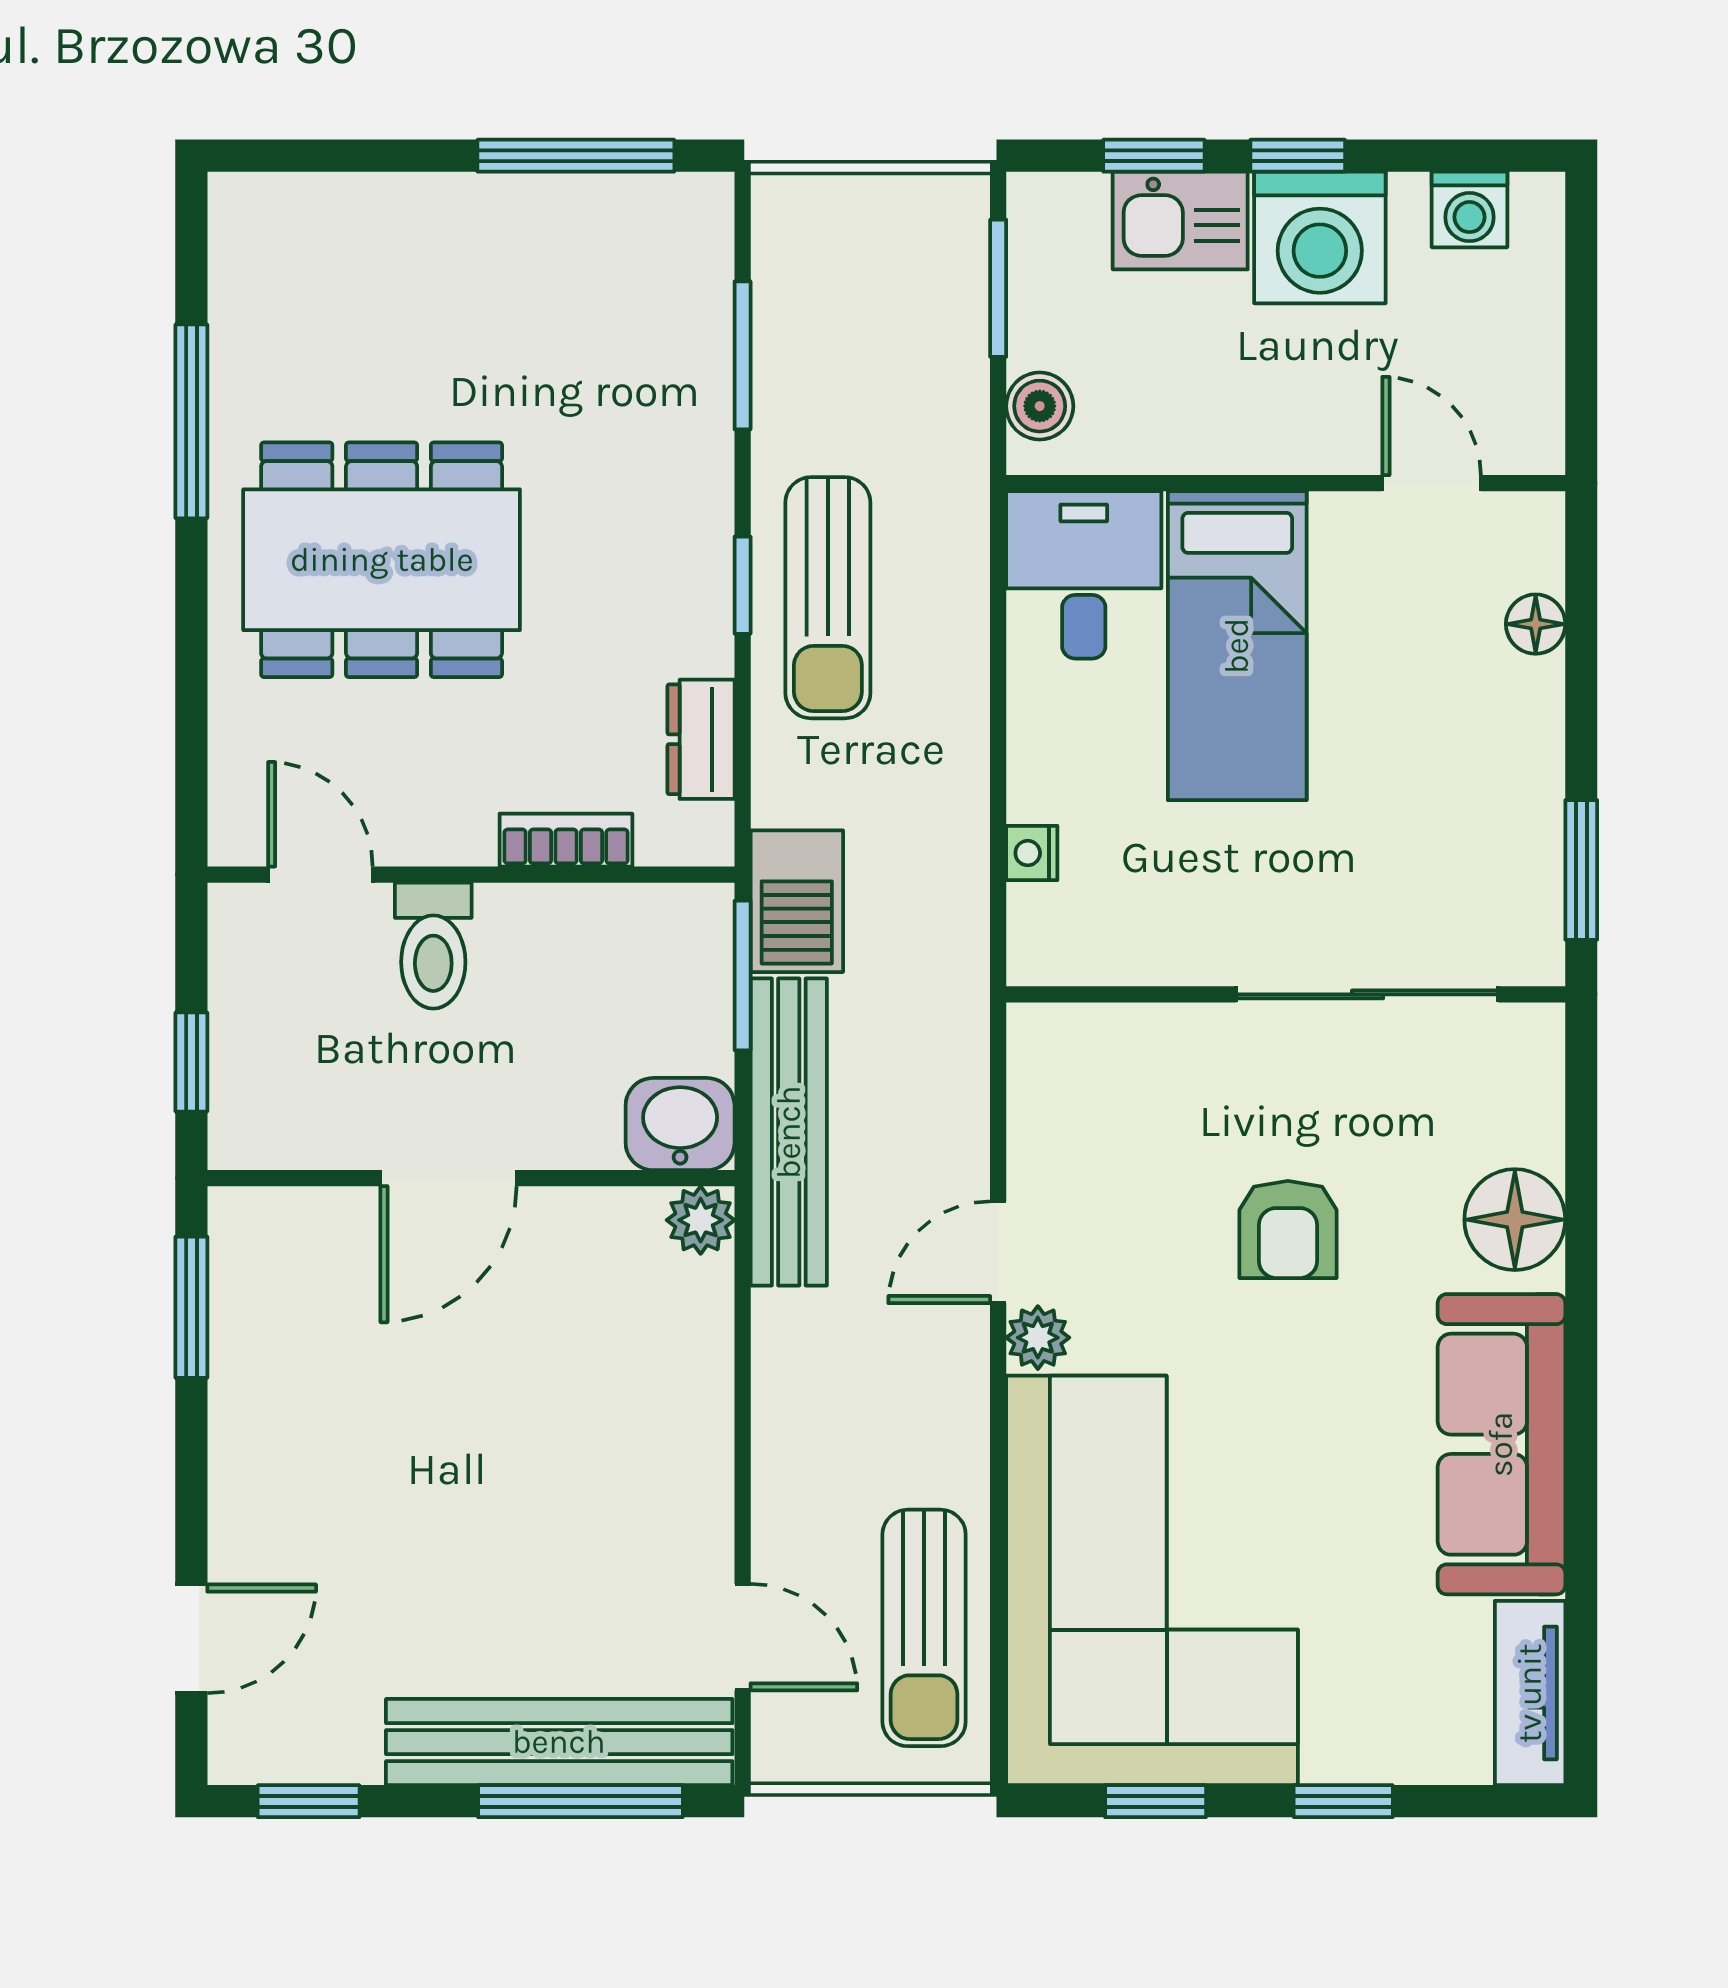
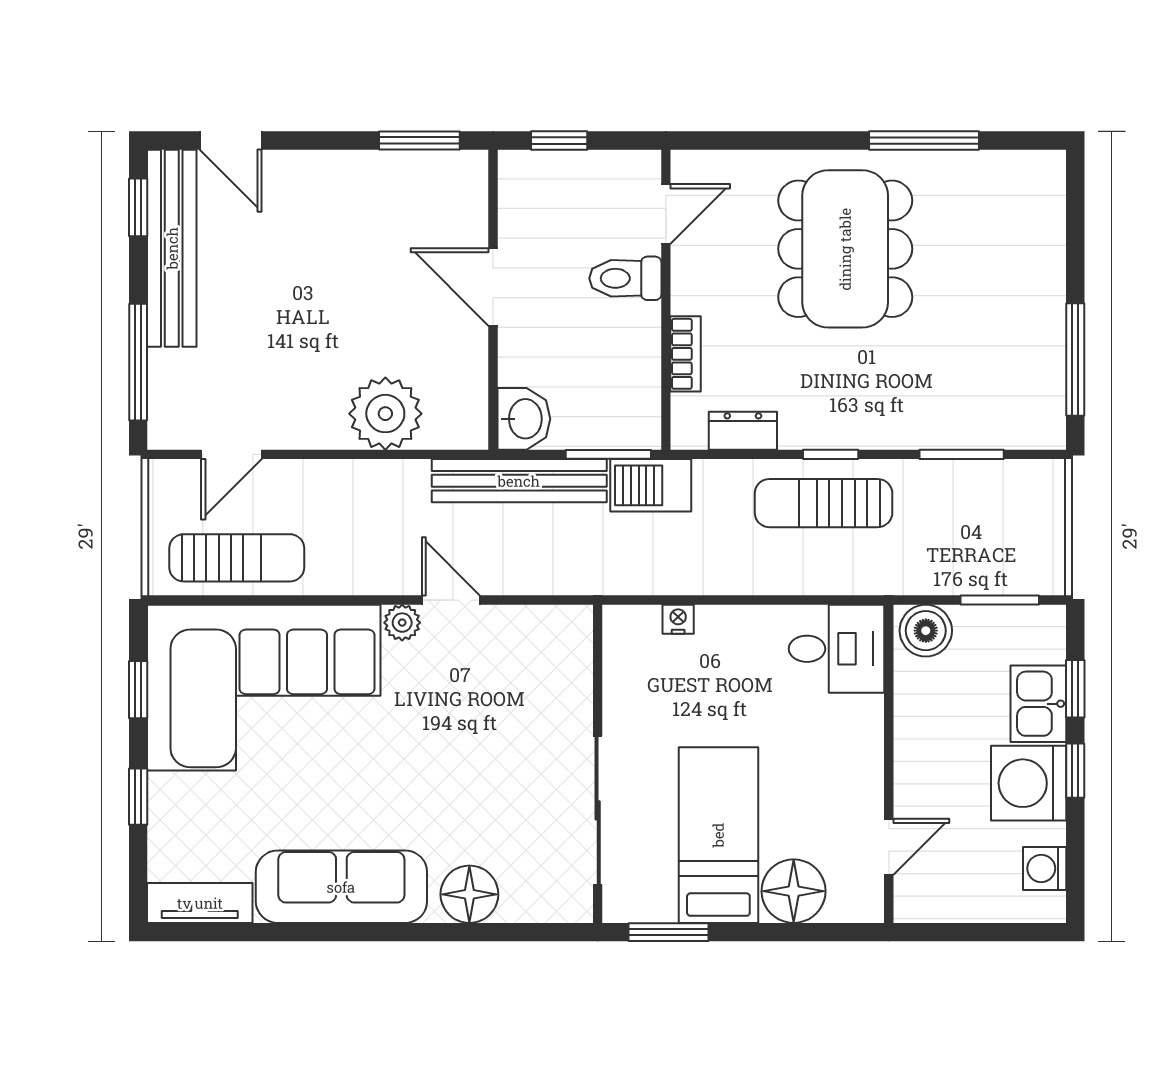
boiler: (1040, 406) -> (926, 631), width x1.36, depth x1.36
floor lamp: (1536, 624) -> (794, 891), width x1.89, depth x1.89
bed: (1237, 646) -> (718, 835), moved, turned 90
plant: (701, 1220) -> (385, 414), moved, width x1.87, depth x1.87
armchair: (1288, 1229) -> (464, 765), removed
sun lounger: (924, 1628) -> (237, 558), turned 180
bench: (559, 1742) -> (172, 248), moved

